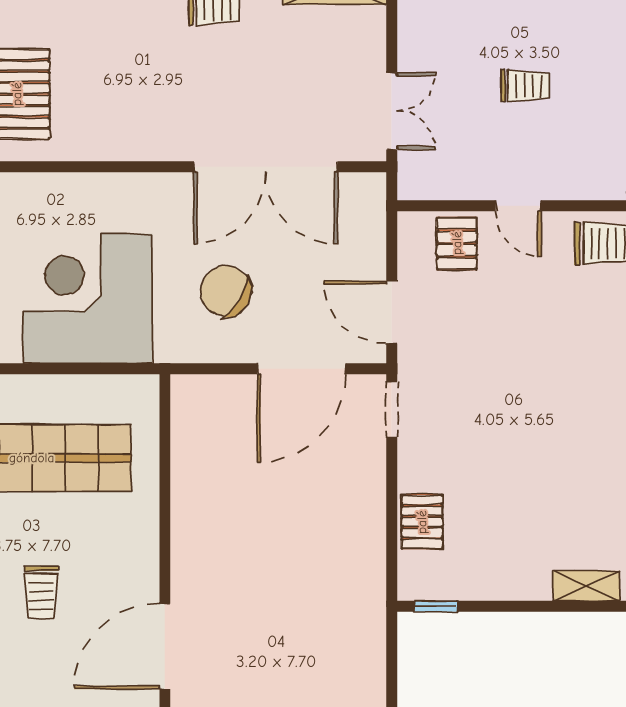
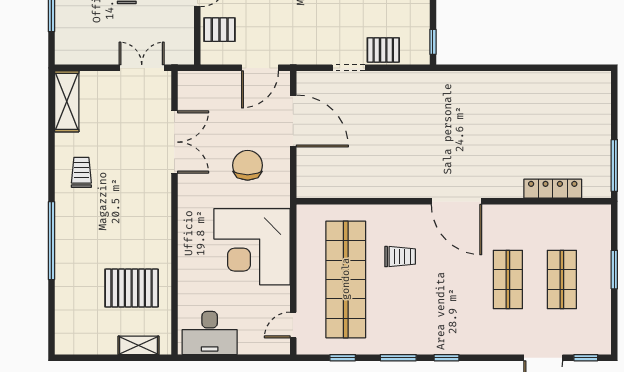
double door: (266, 167) -> (174, 142), width x0.73
chair: (226, 291) -> (248, 165), turned 150
doorway: (392, 409) -> (349, 68), moved
trolley: (41, 592) -> (400, 257), moved

